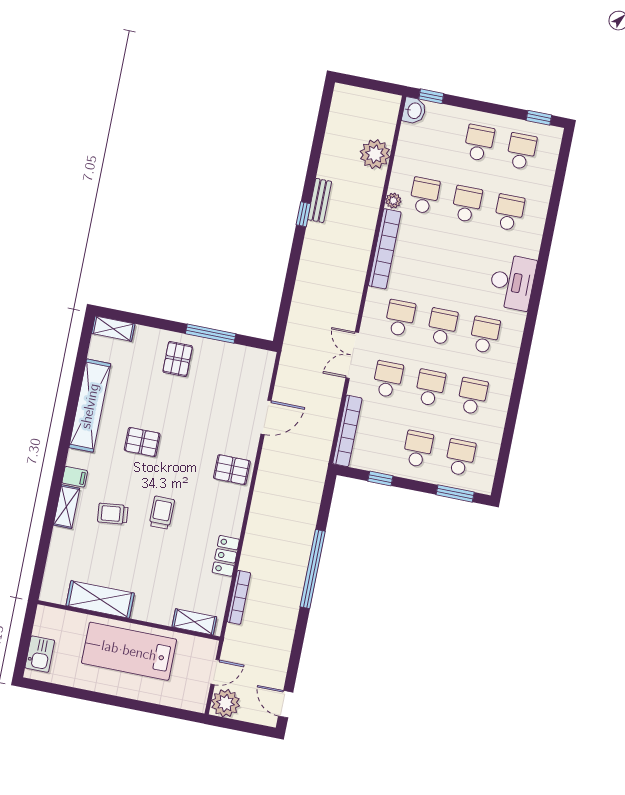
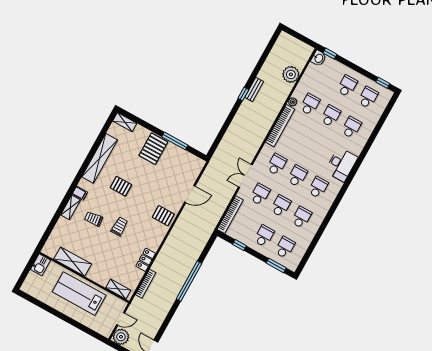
pallet: (178, 359) -> (153, 149), width x1.50, depth x1.42
kitchen sink: (40, 654) -> (40, 265), moved

